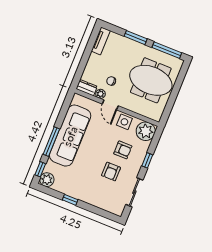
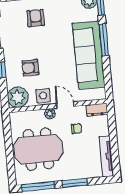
tv unit: (101, 41) -> (106, 156), width x1.41
plant: (100, 94) -> (50, 114), moved
armchair: (111, 172) -> (36, 18), moved

